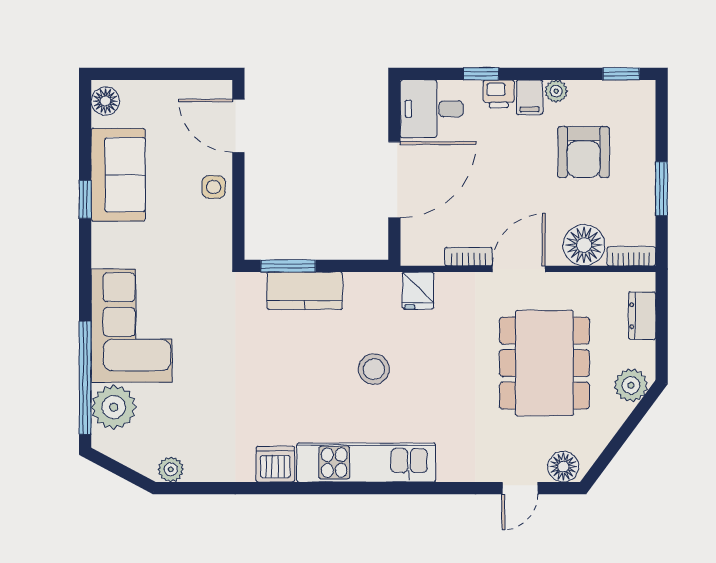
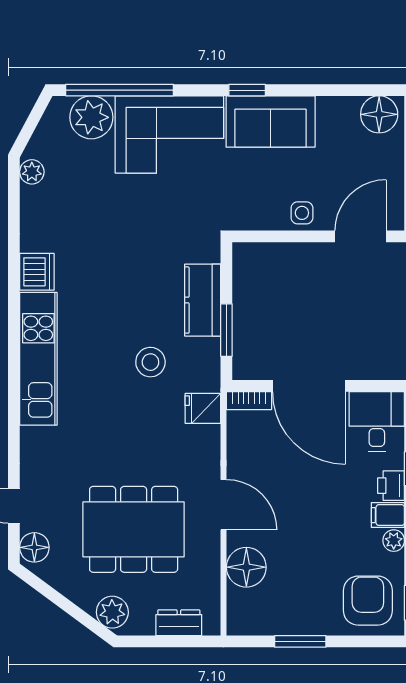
floor lamp: (105, 101) -> (379, 114), width x1.38, depth x1.38
armchair: (584, 152) -> (368, 601), moved, turned 90
sofa: (118, 175) -> (271, 122), moved
window: (85, 200) -> (247, 90), moved
bookcase: (631, 256) -> (236, 613), removed
bookcase: (468, 257) -> (249, 401), moved, turned 90
window: (288, 266) -> (226, 330), moved
stool: (374, 369) -> (150, 362), moved

